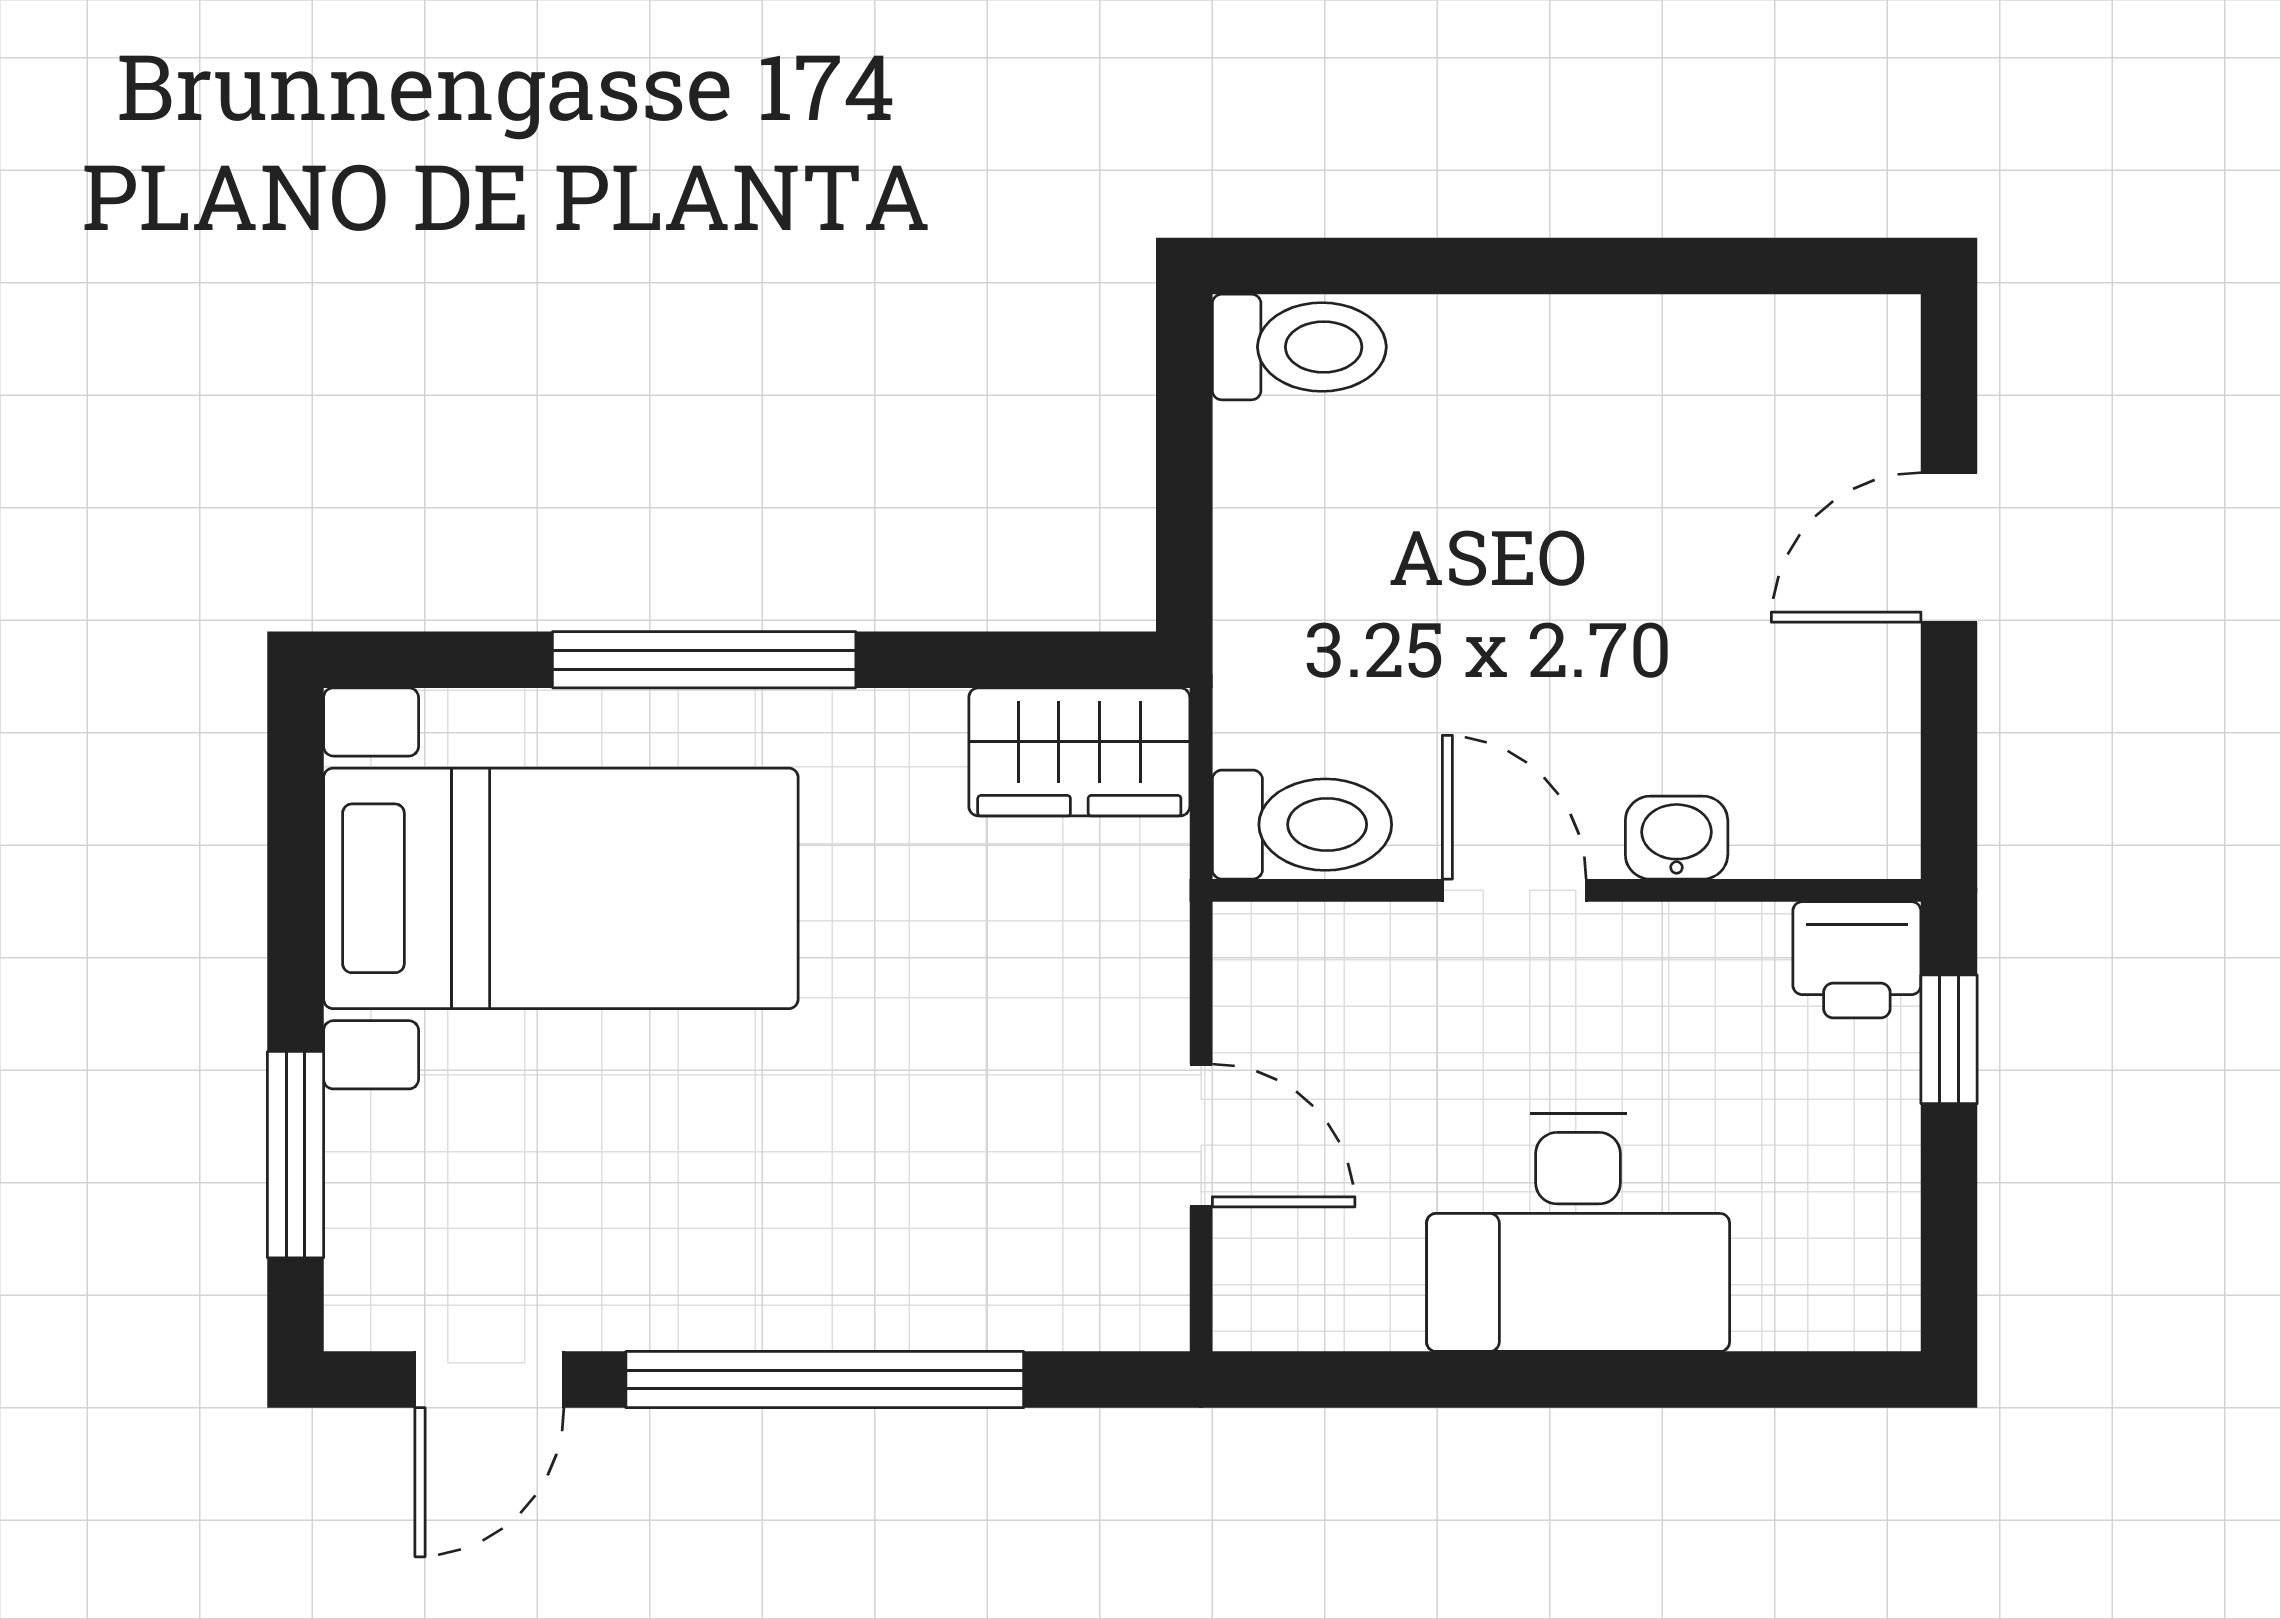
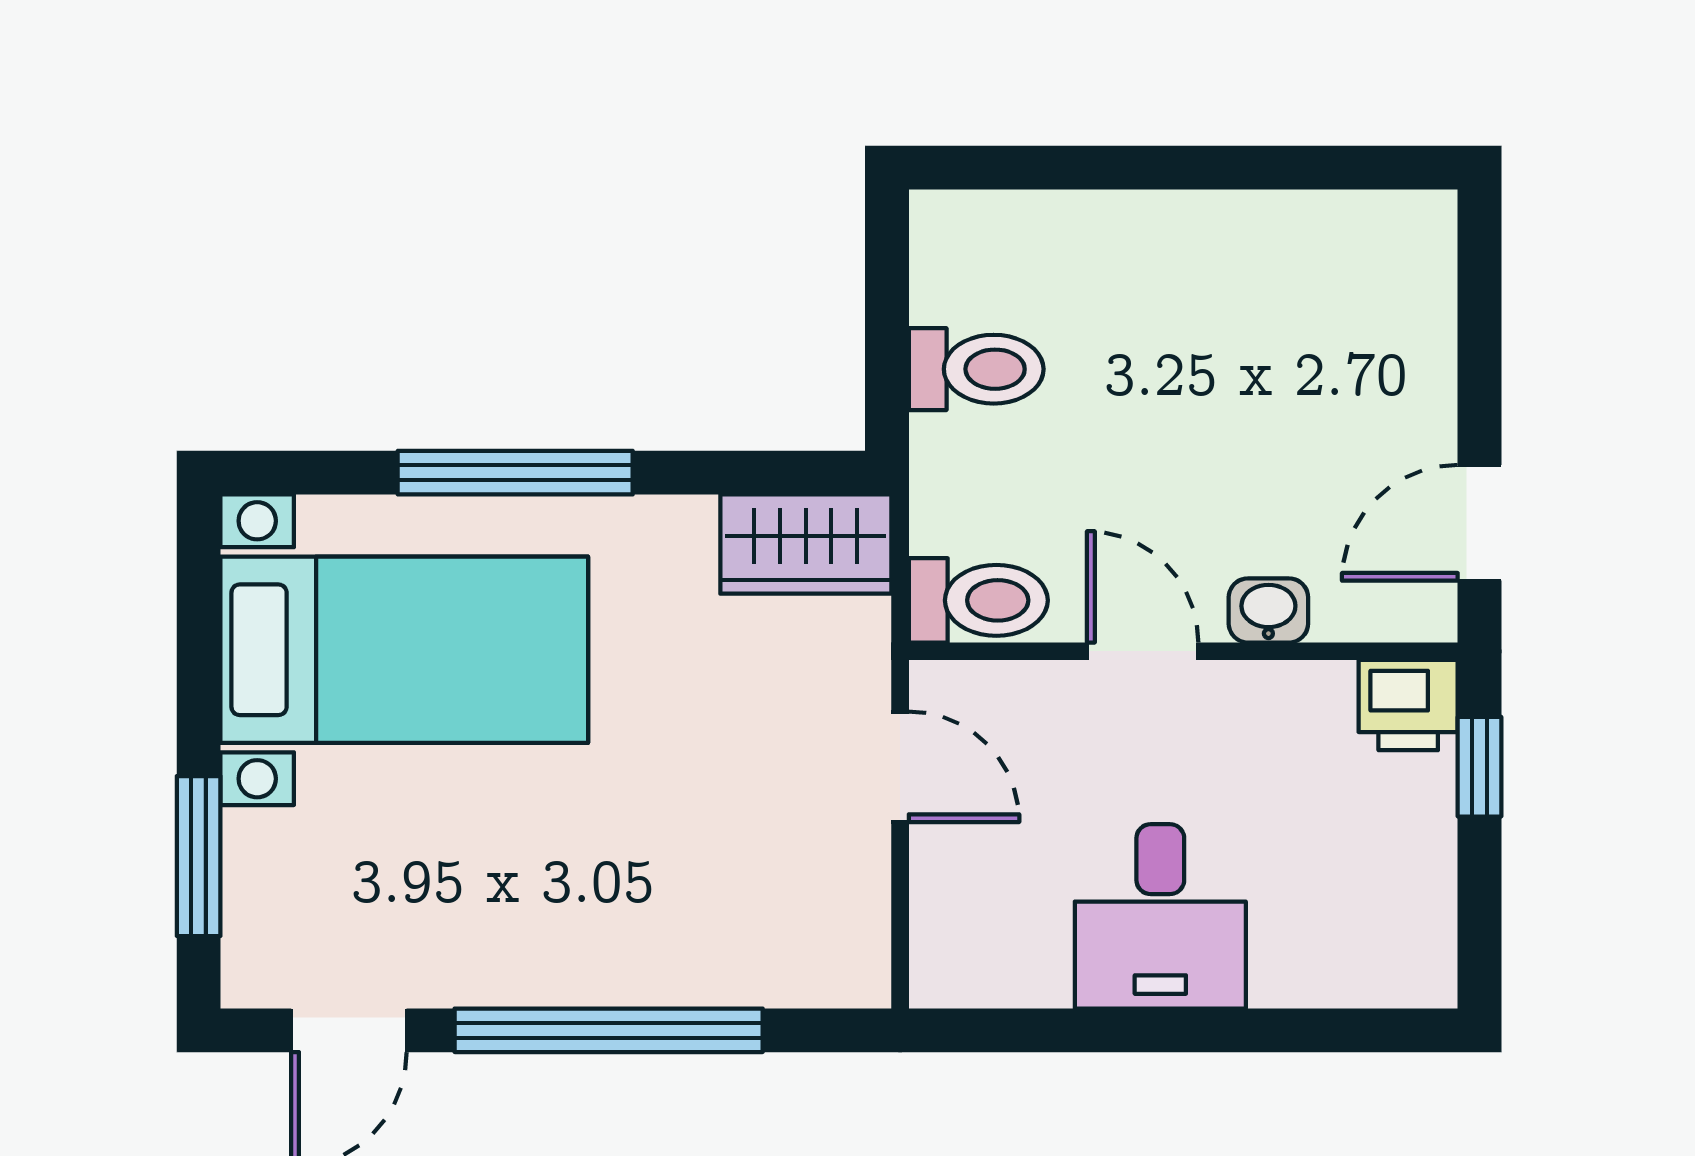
toilet: (1299, 347) -> (976, 369), moved
door: (1949, 547) -> (1480, 523), moved
door: (1201, 1136) -> (900, 767), moved
desk: (1578, 1232) -> (1160, 916), width x0.73

